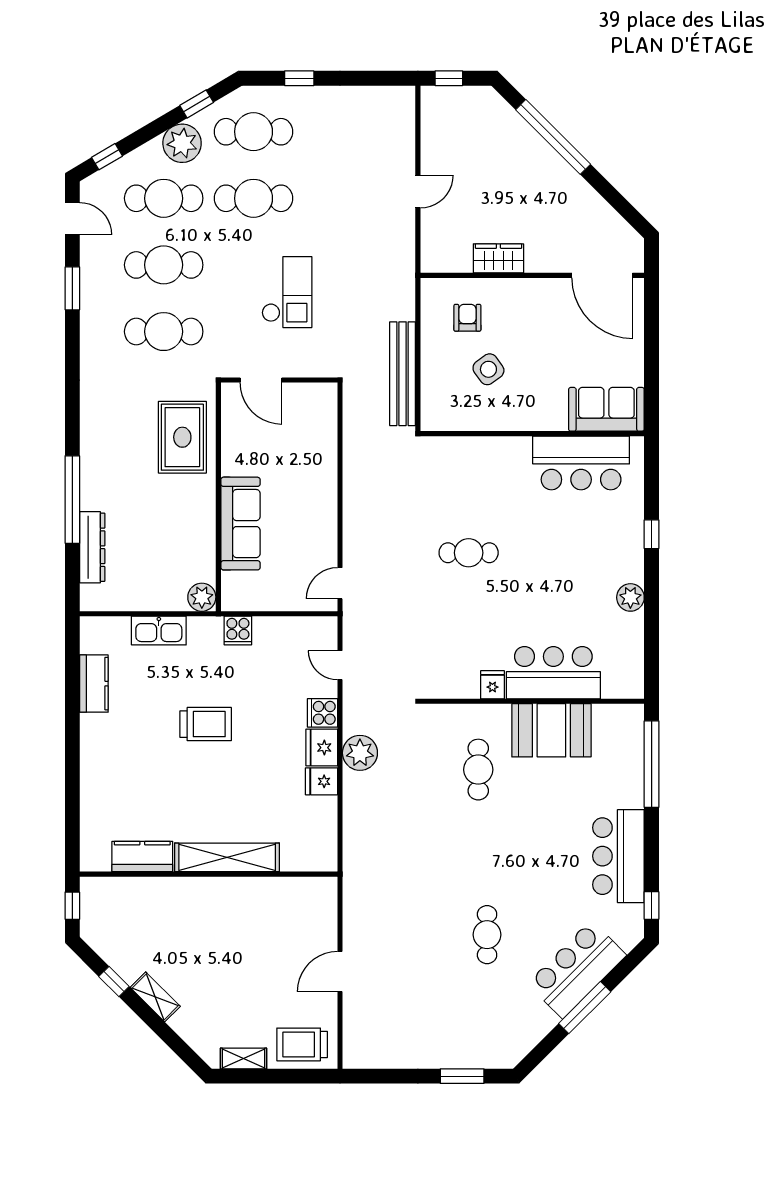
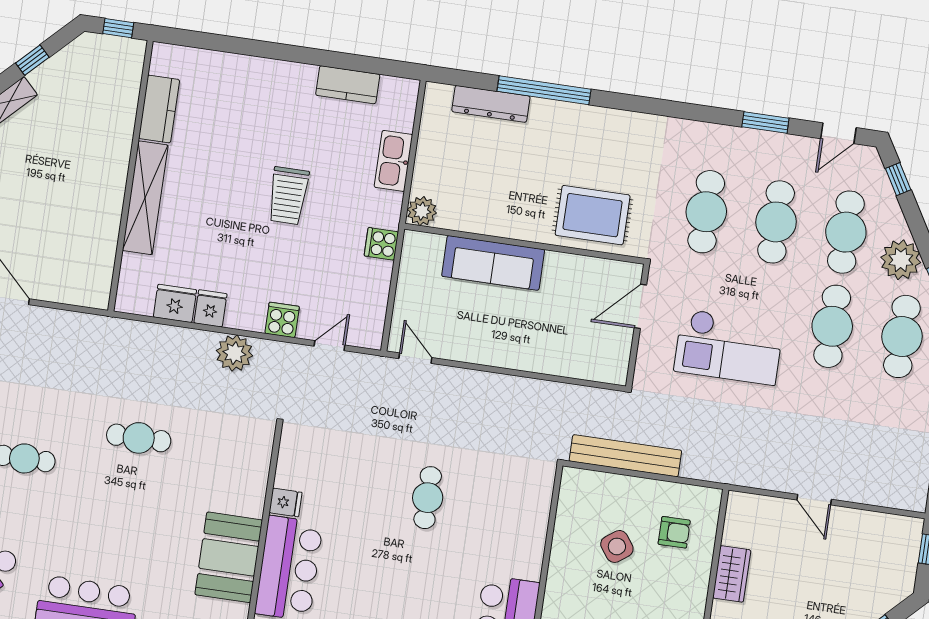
checkout: (287, 292) -> (729, 347), width x1.36, depth x1.21
fridge: (322, 748) -> (175, 303), moved
cafe table: (478, 770) -> (139, 438), moved

